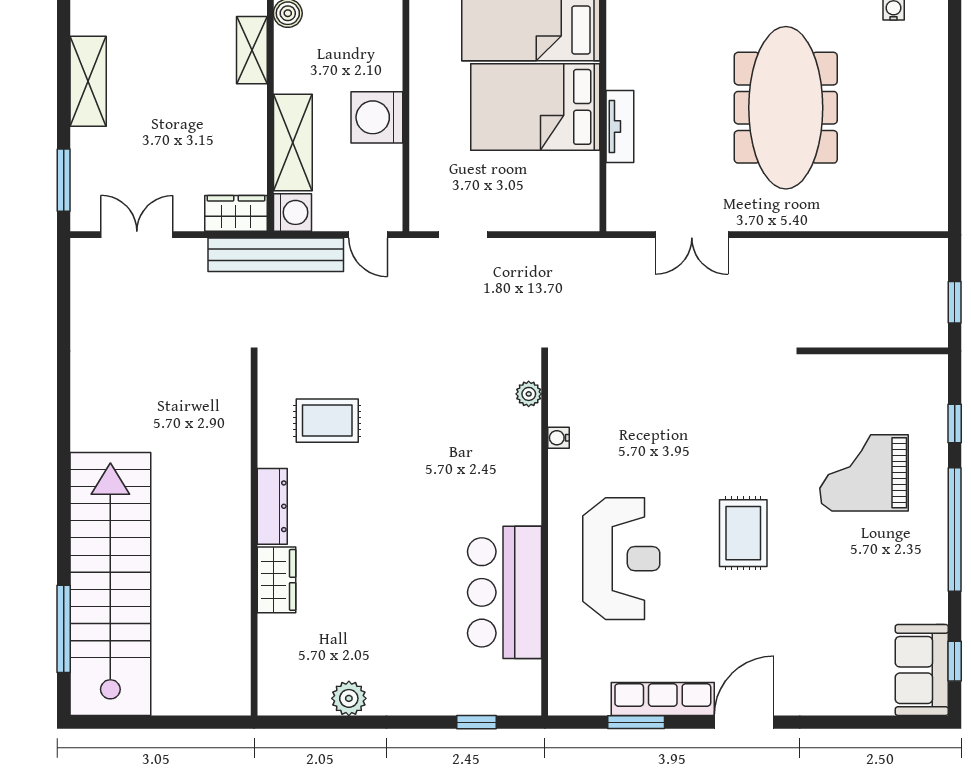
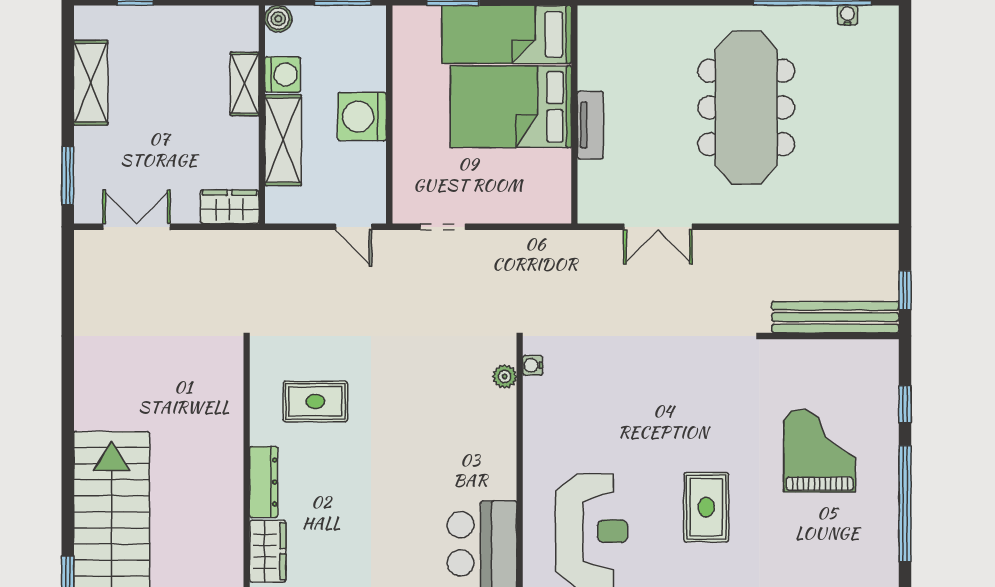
shelving: (252, 50) -> (245, 84), moved
washing machine: (292, 212) -> (283, 74), moved
bench: (276, 255) -> (835, 317), moved
water cooler: (558, 438) -> (533, 365), moved
grand piano: (864, 473) -> (820, 451), turned 90

